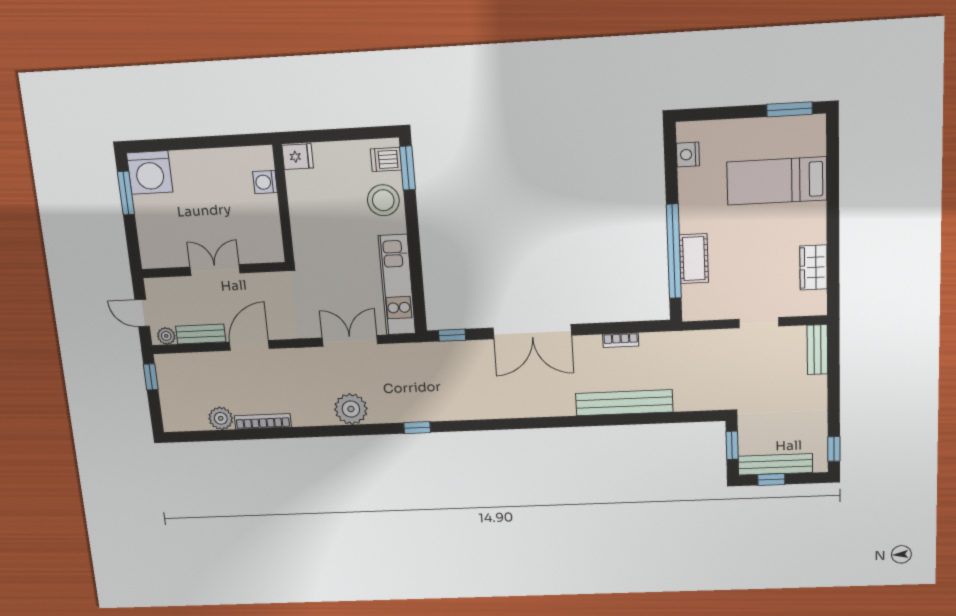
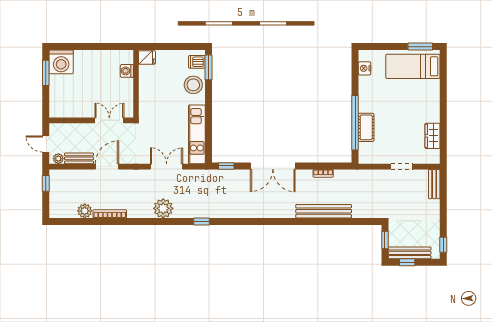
bed: (777, 181) -> (413, 66), moved
double door: (215, 270) -> (109, 120), moved

